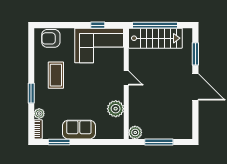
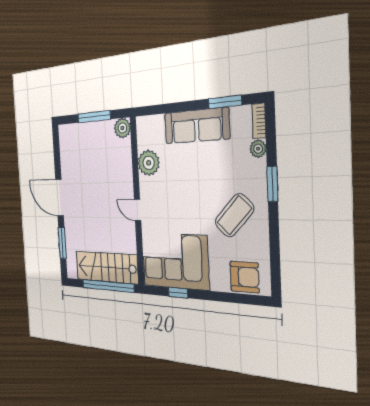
coffee table: (56, 75) -> (234, 215), turned 43
sofa: (79, 130) -> (196, 126), width x1.36

